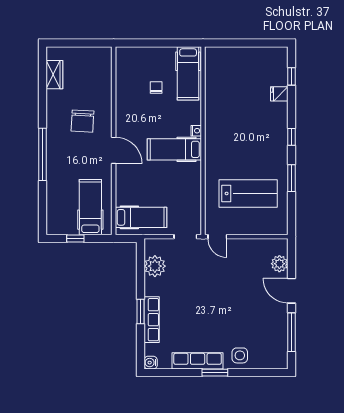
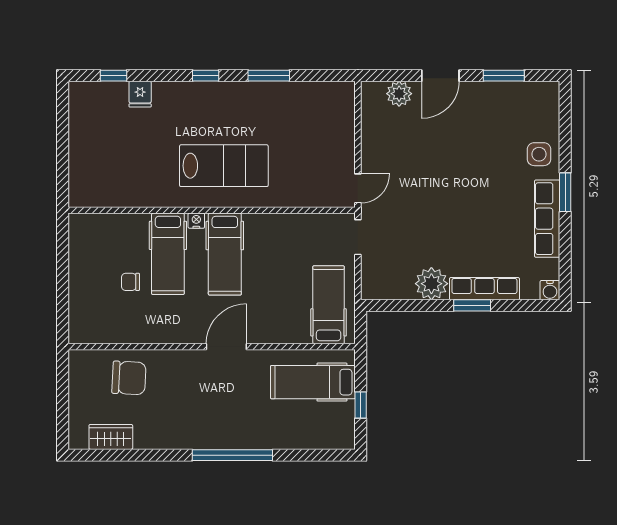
hospital bed: (188, 73) -> (168, 254), moved, turned 90
chair: (82, 121) -> (129, 378), moved
lab bench: (248, 193) -> (224, 166), moved, turned 90
plant: (155, 266) -> (431, 284), moved
window: (291, 332) -> (504, 76), width x0.69

